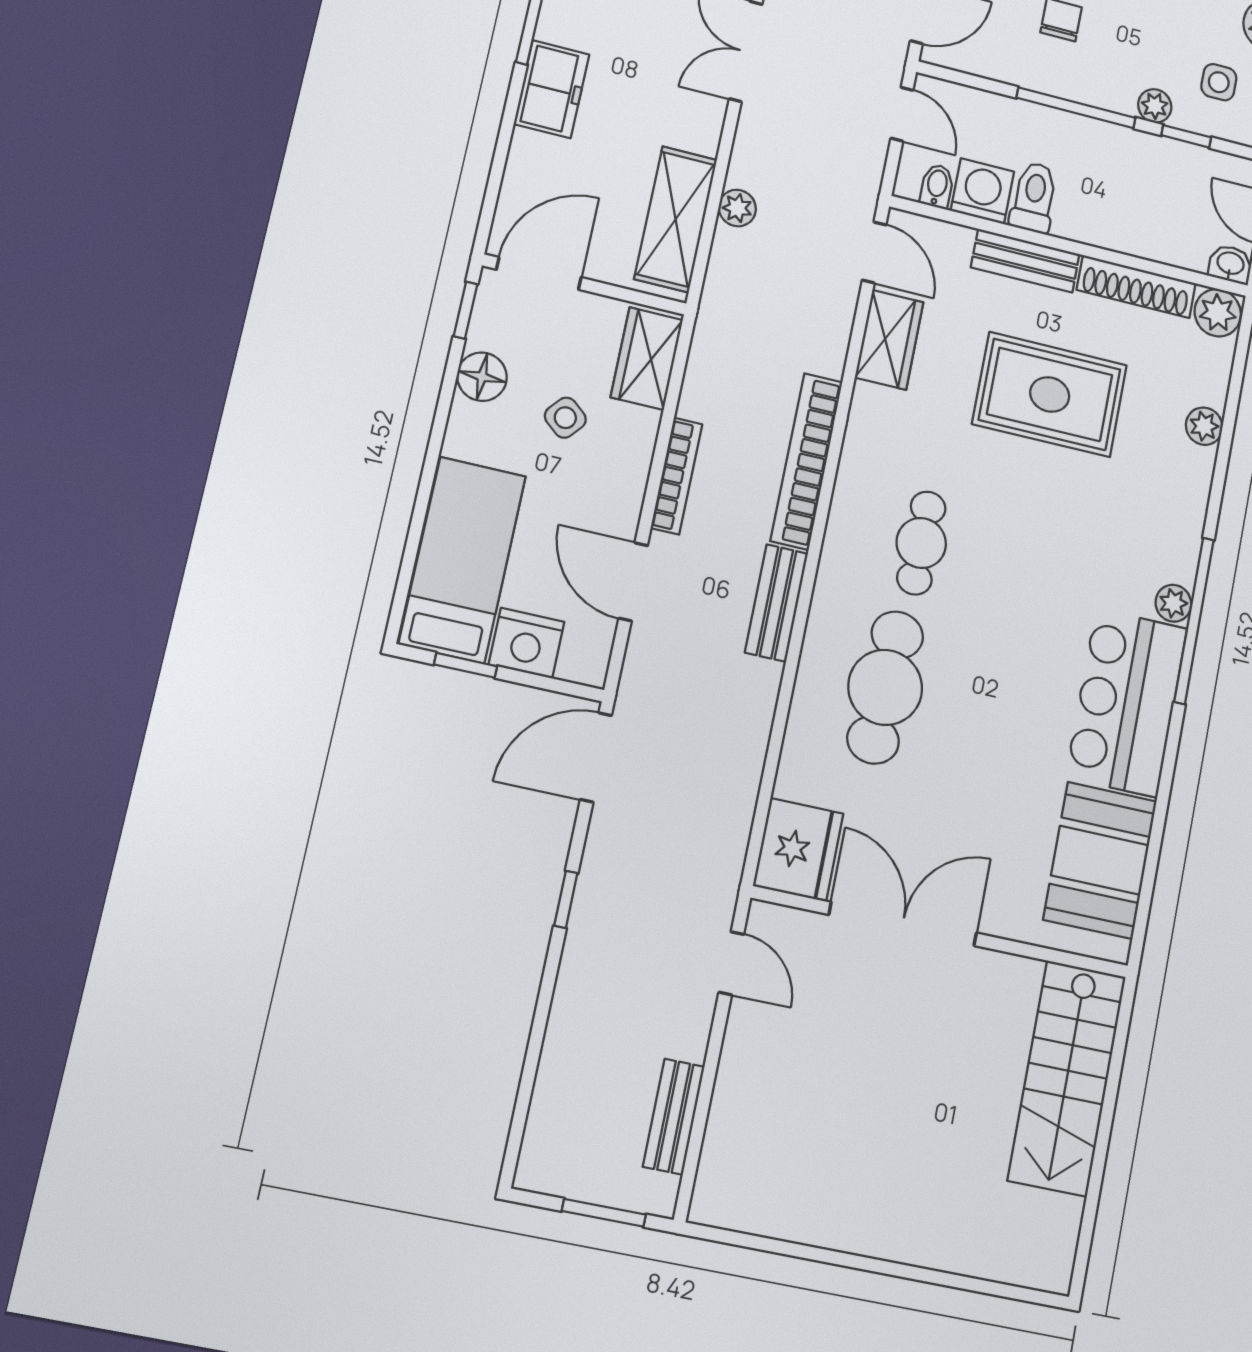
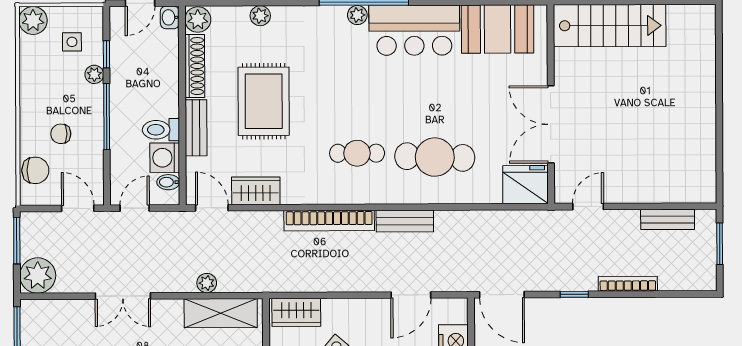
door: (874, 252) -> (212, 208), hinge flipped
bookcase: (677, 476) -> (628, 284), moved

